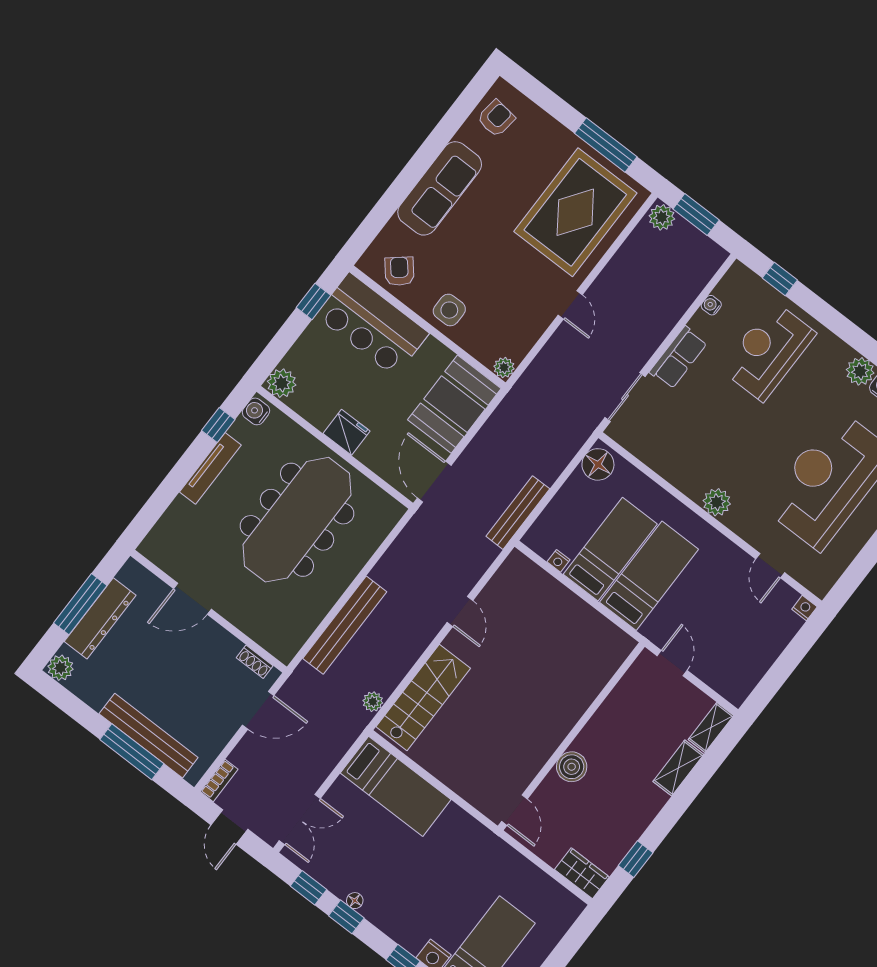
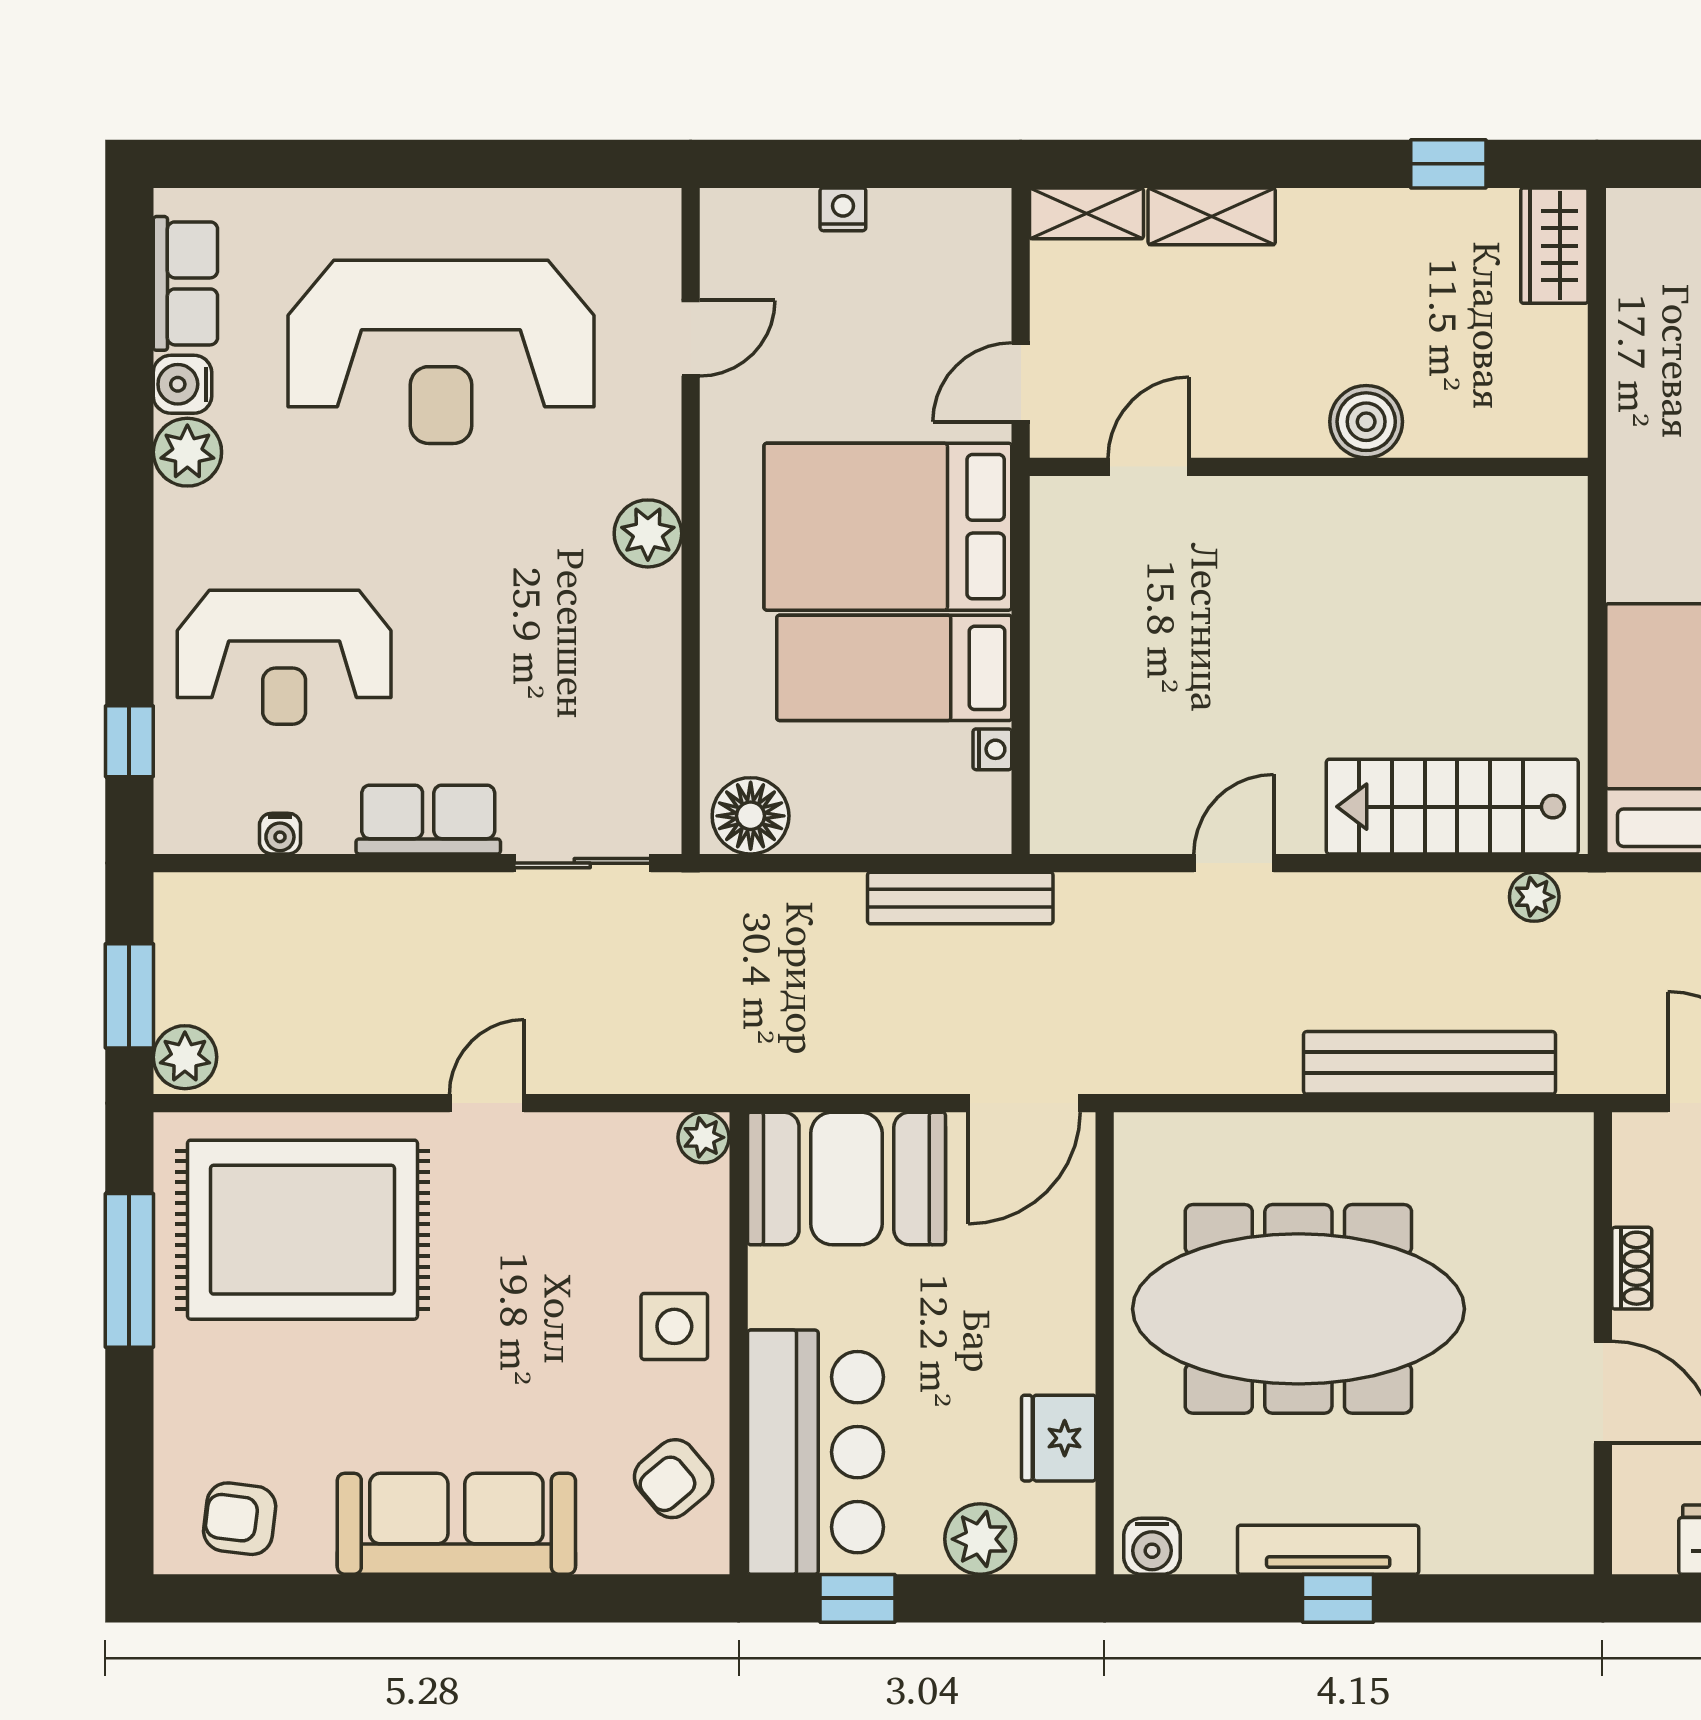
plant: (282, 383) -> (980, 1539), moved
window: (218, 425) -> (1338, 1598), moved
fridge: (347, 432) -> (1059, 1438), moved
bed: (649, 576) -> (888, 527), width x1.50
nightstand: (804, 608) -> (843, 209), moved, turned 90
shoe rack: (255, 662) -> (1632, 1268), moved
door: (514, 810) -> (1149, 467), moved

